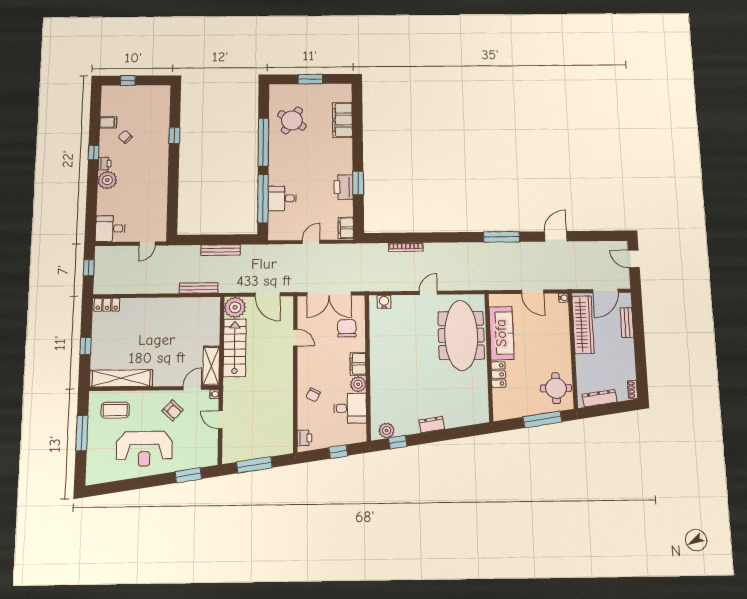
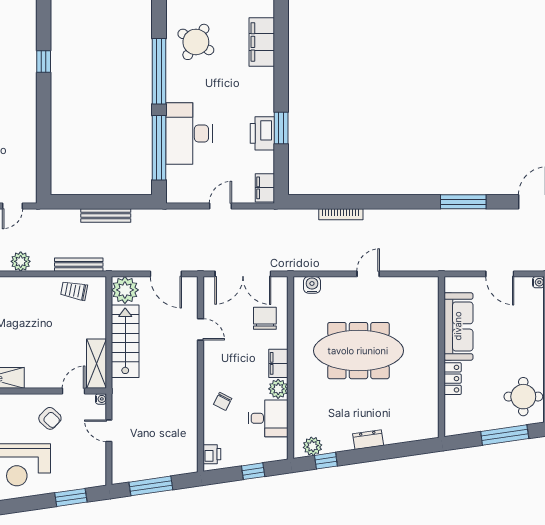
desk: (282, 198) -> (189, 133), width x1.87, depth x1.30
plant: (152, 286) -> (21, 261), added
trolley: (194, 308) -> (74, 291), added
meeting table: (461, 335) -> (358, 351), moved, turned 90

